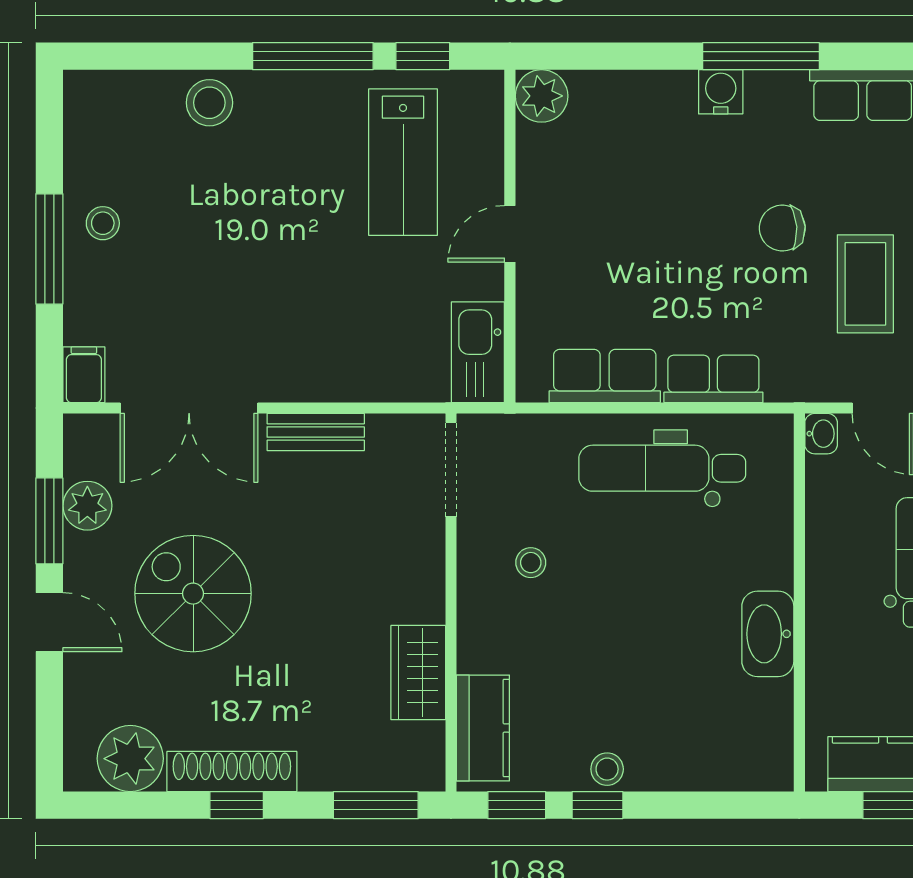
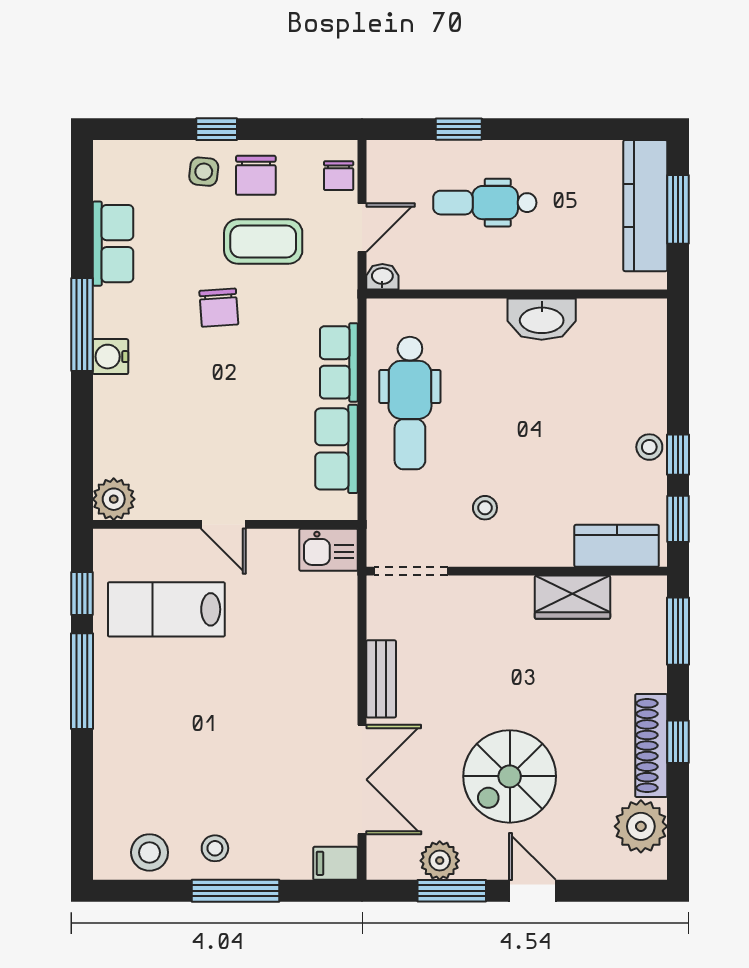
stool: (209, 103) -> (150, 852), moved
lab bench: (403, 162) -> (166, 609), turned 180
kitchen sink: (478, 352) -> (329, 550), width x0.73
door: (49, 622) -> (532, 891), hinge flipped

